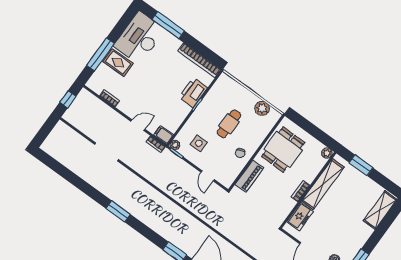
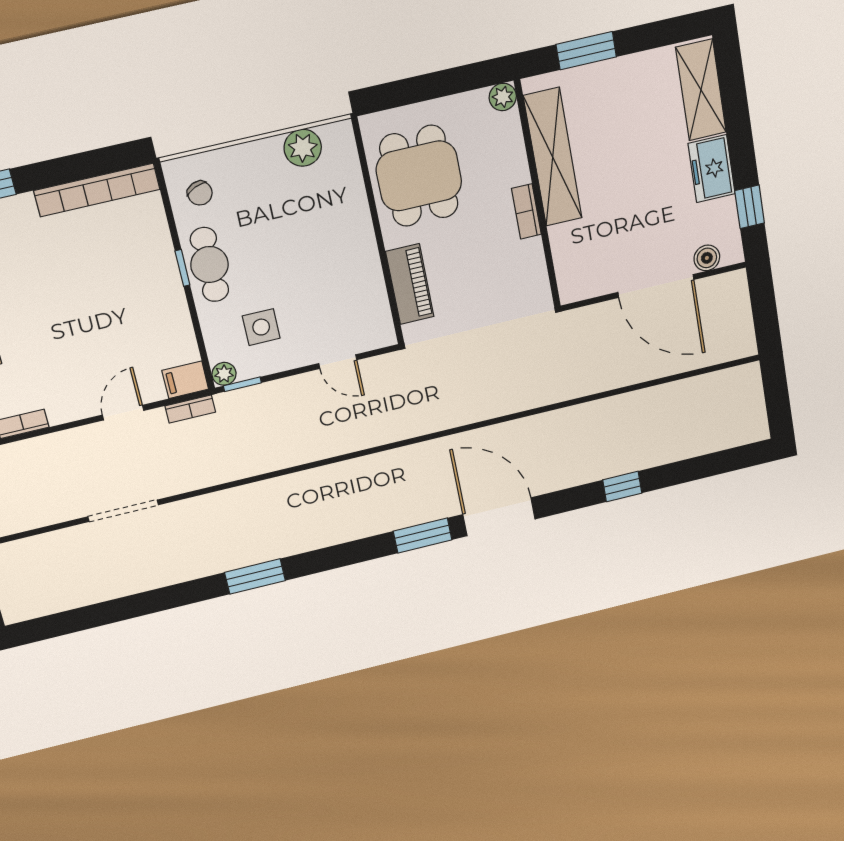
printer: (193, 92) -> (152, 256), removed
cafe table: (229, 124) -> (209, 265), moved
chair: (240, 153) -> (200, 193), moved
freezer: (300, 217) -> (712, 169), moved, turned 180

